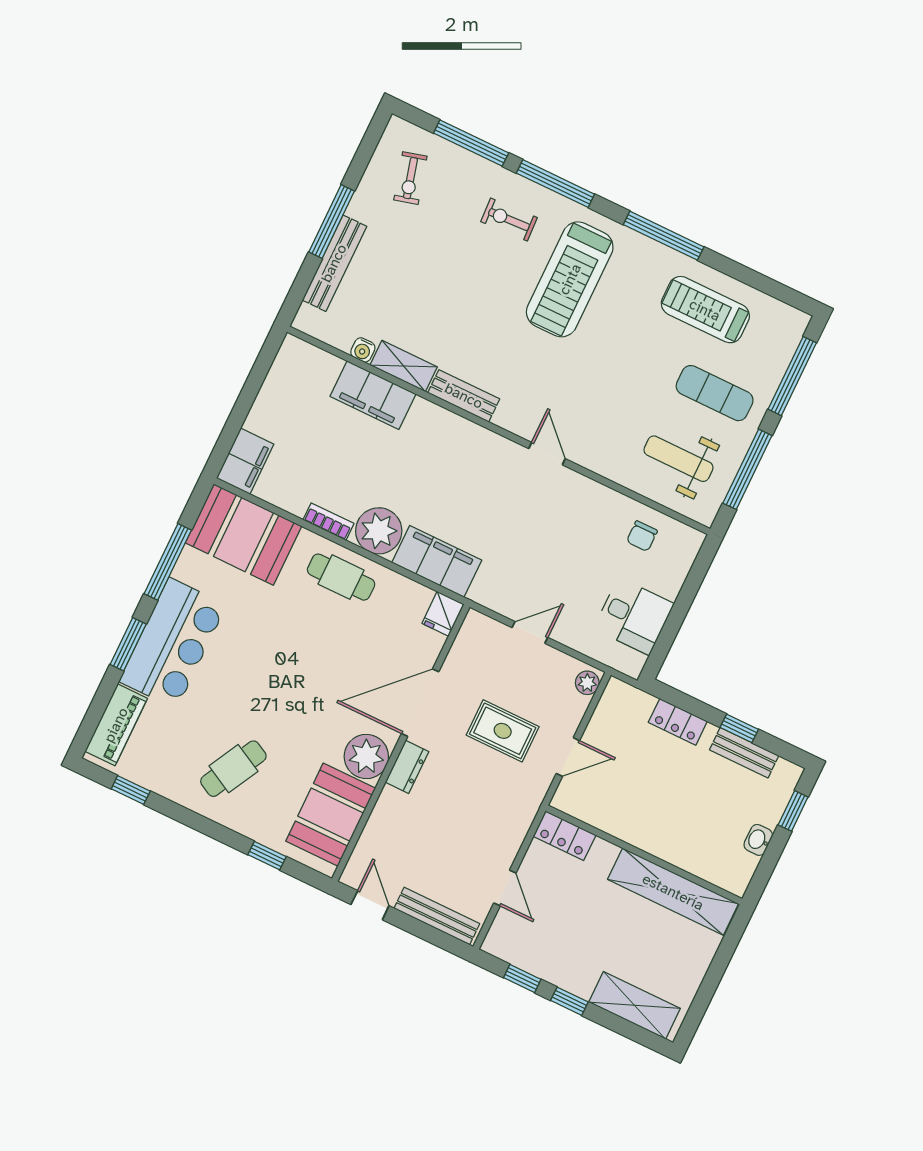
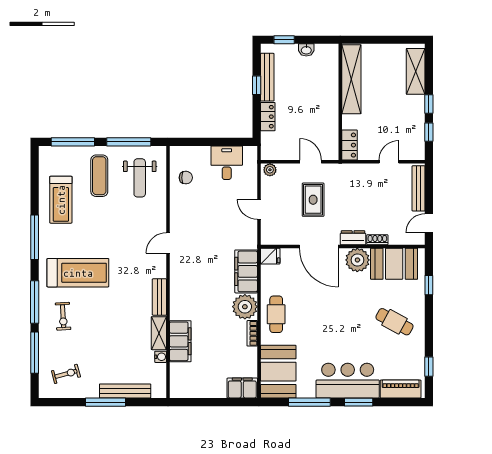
bench: (744, 753) -> (267, 77), width x1.36
shoe rack: (384, 806) -> (377, 240), added

